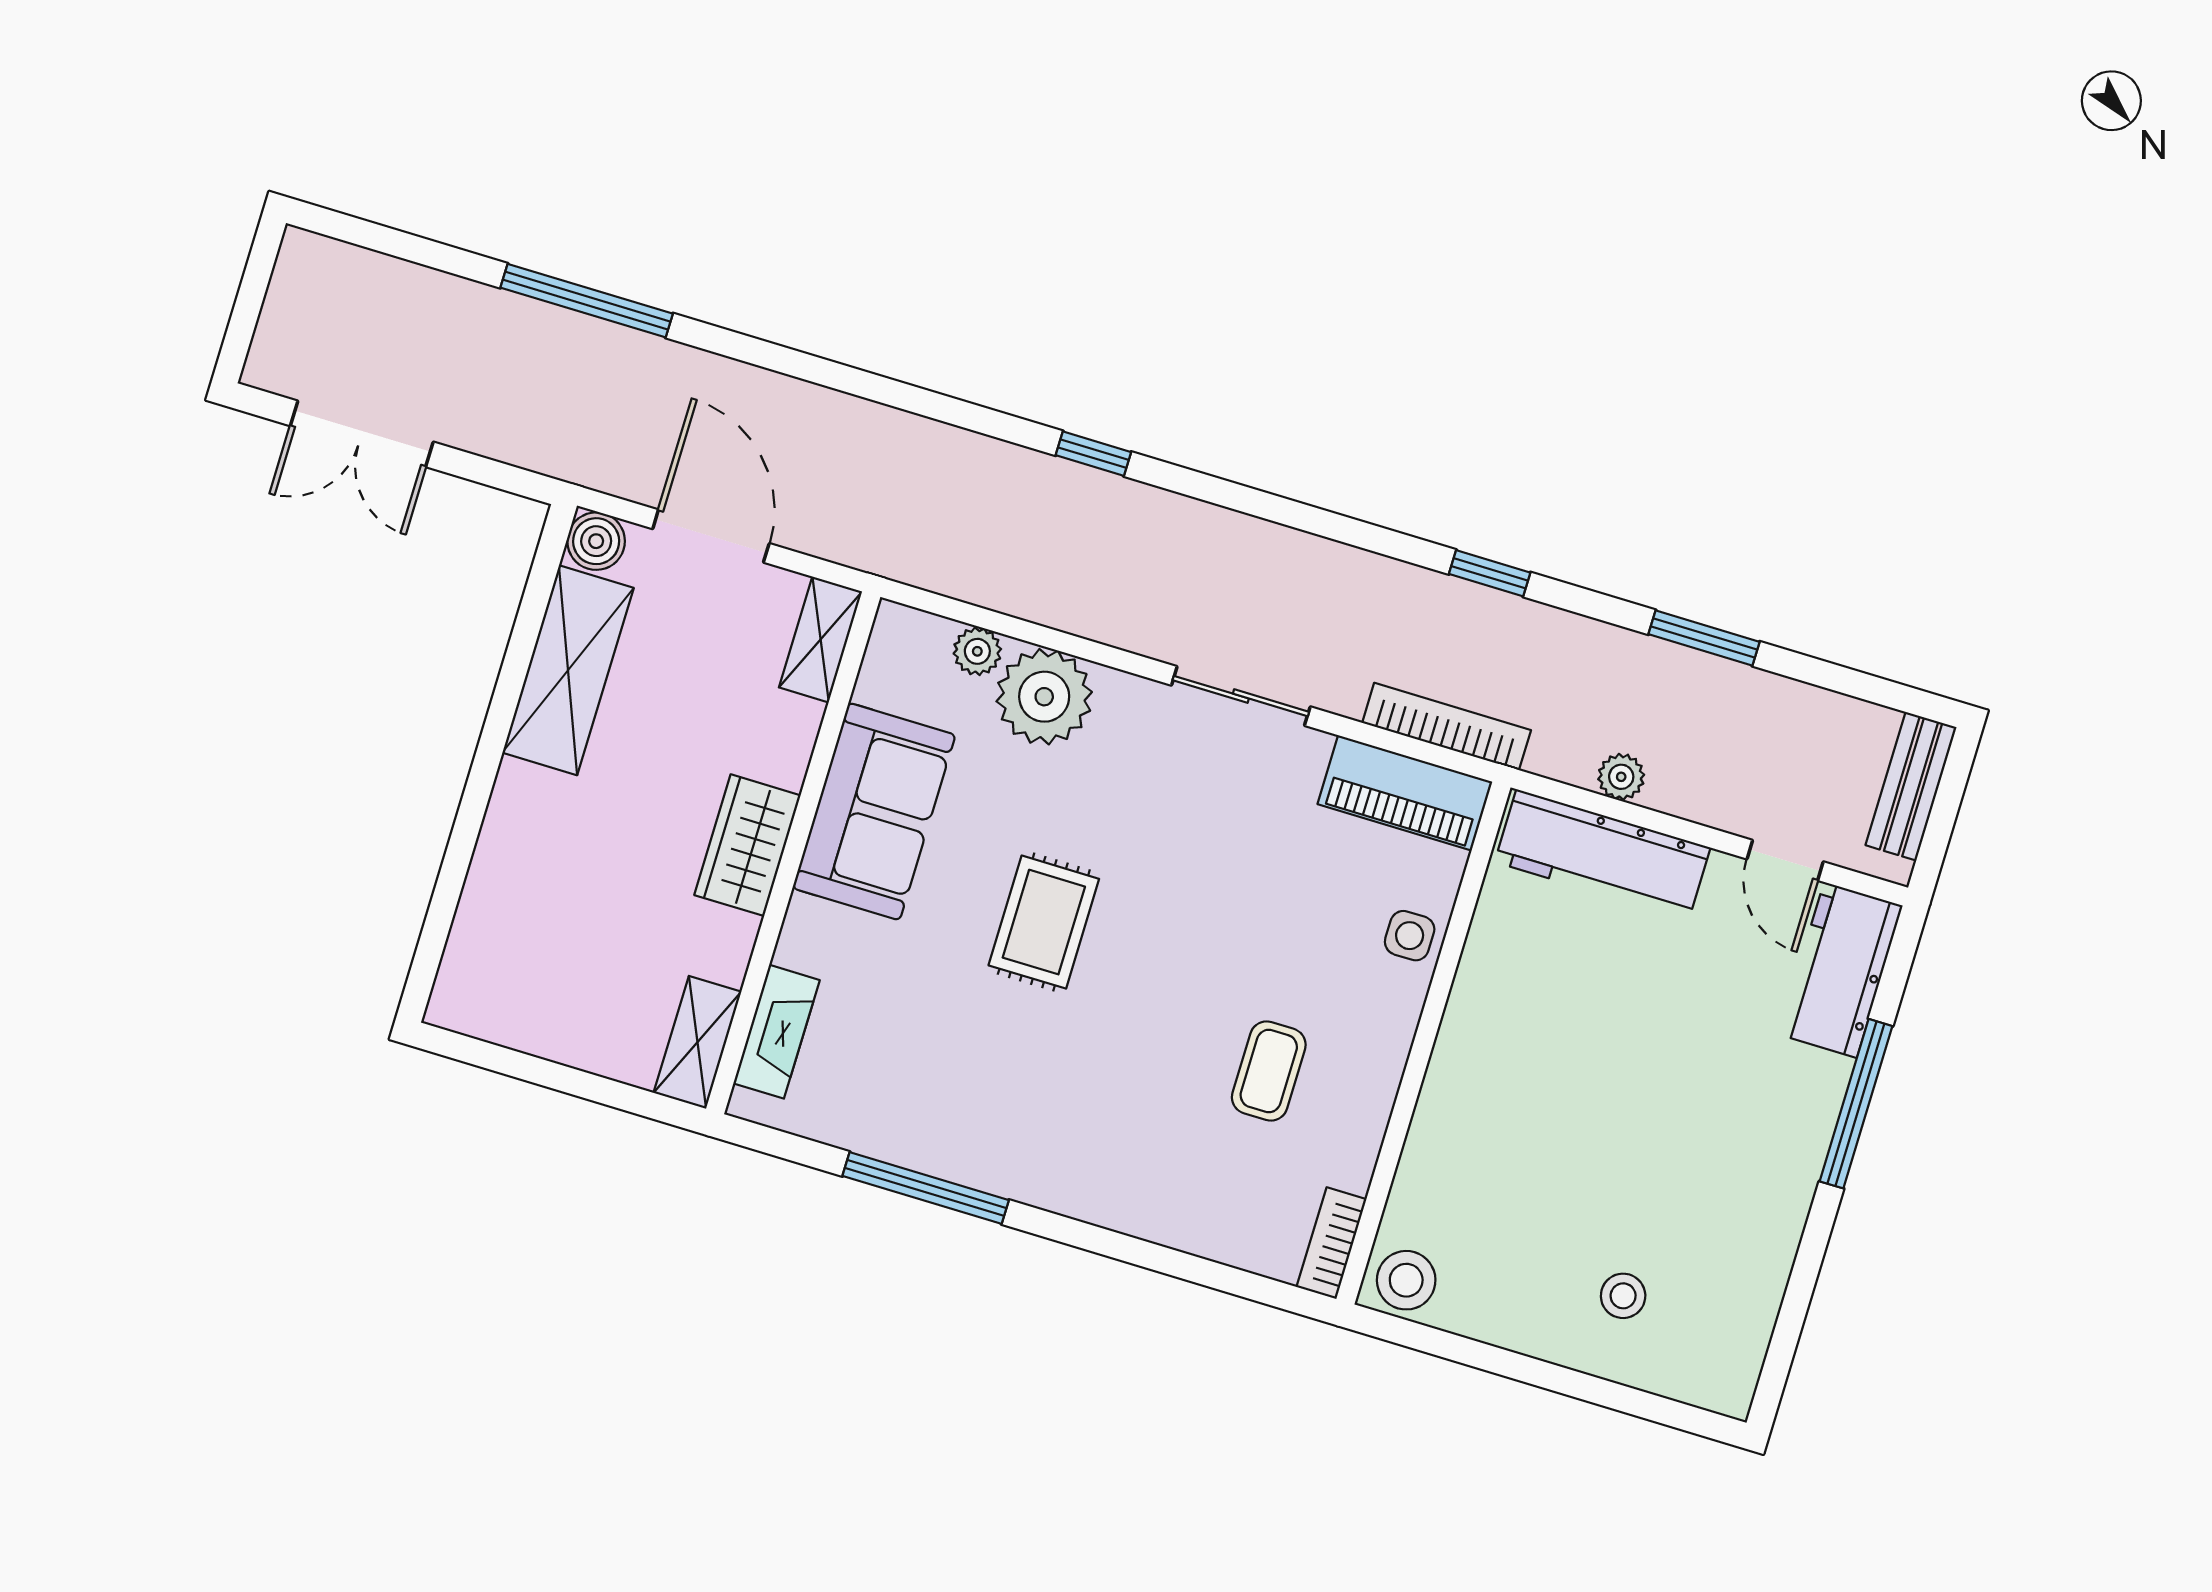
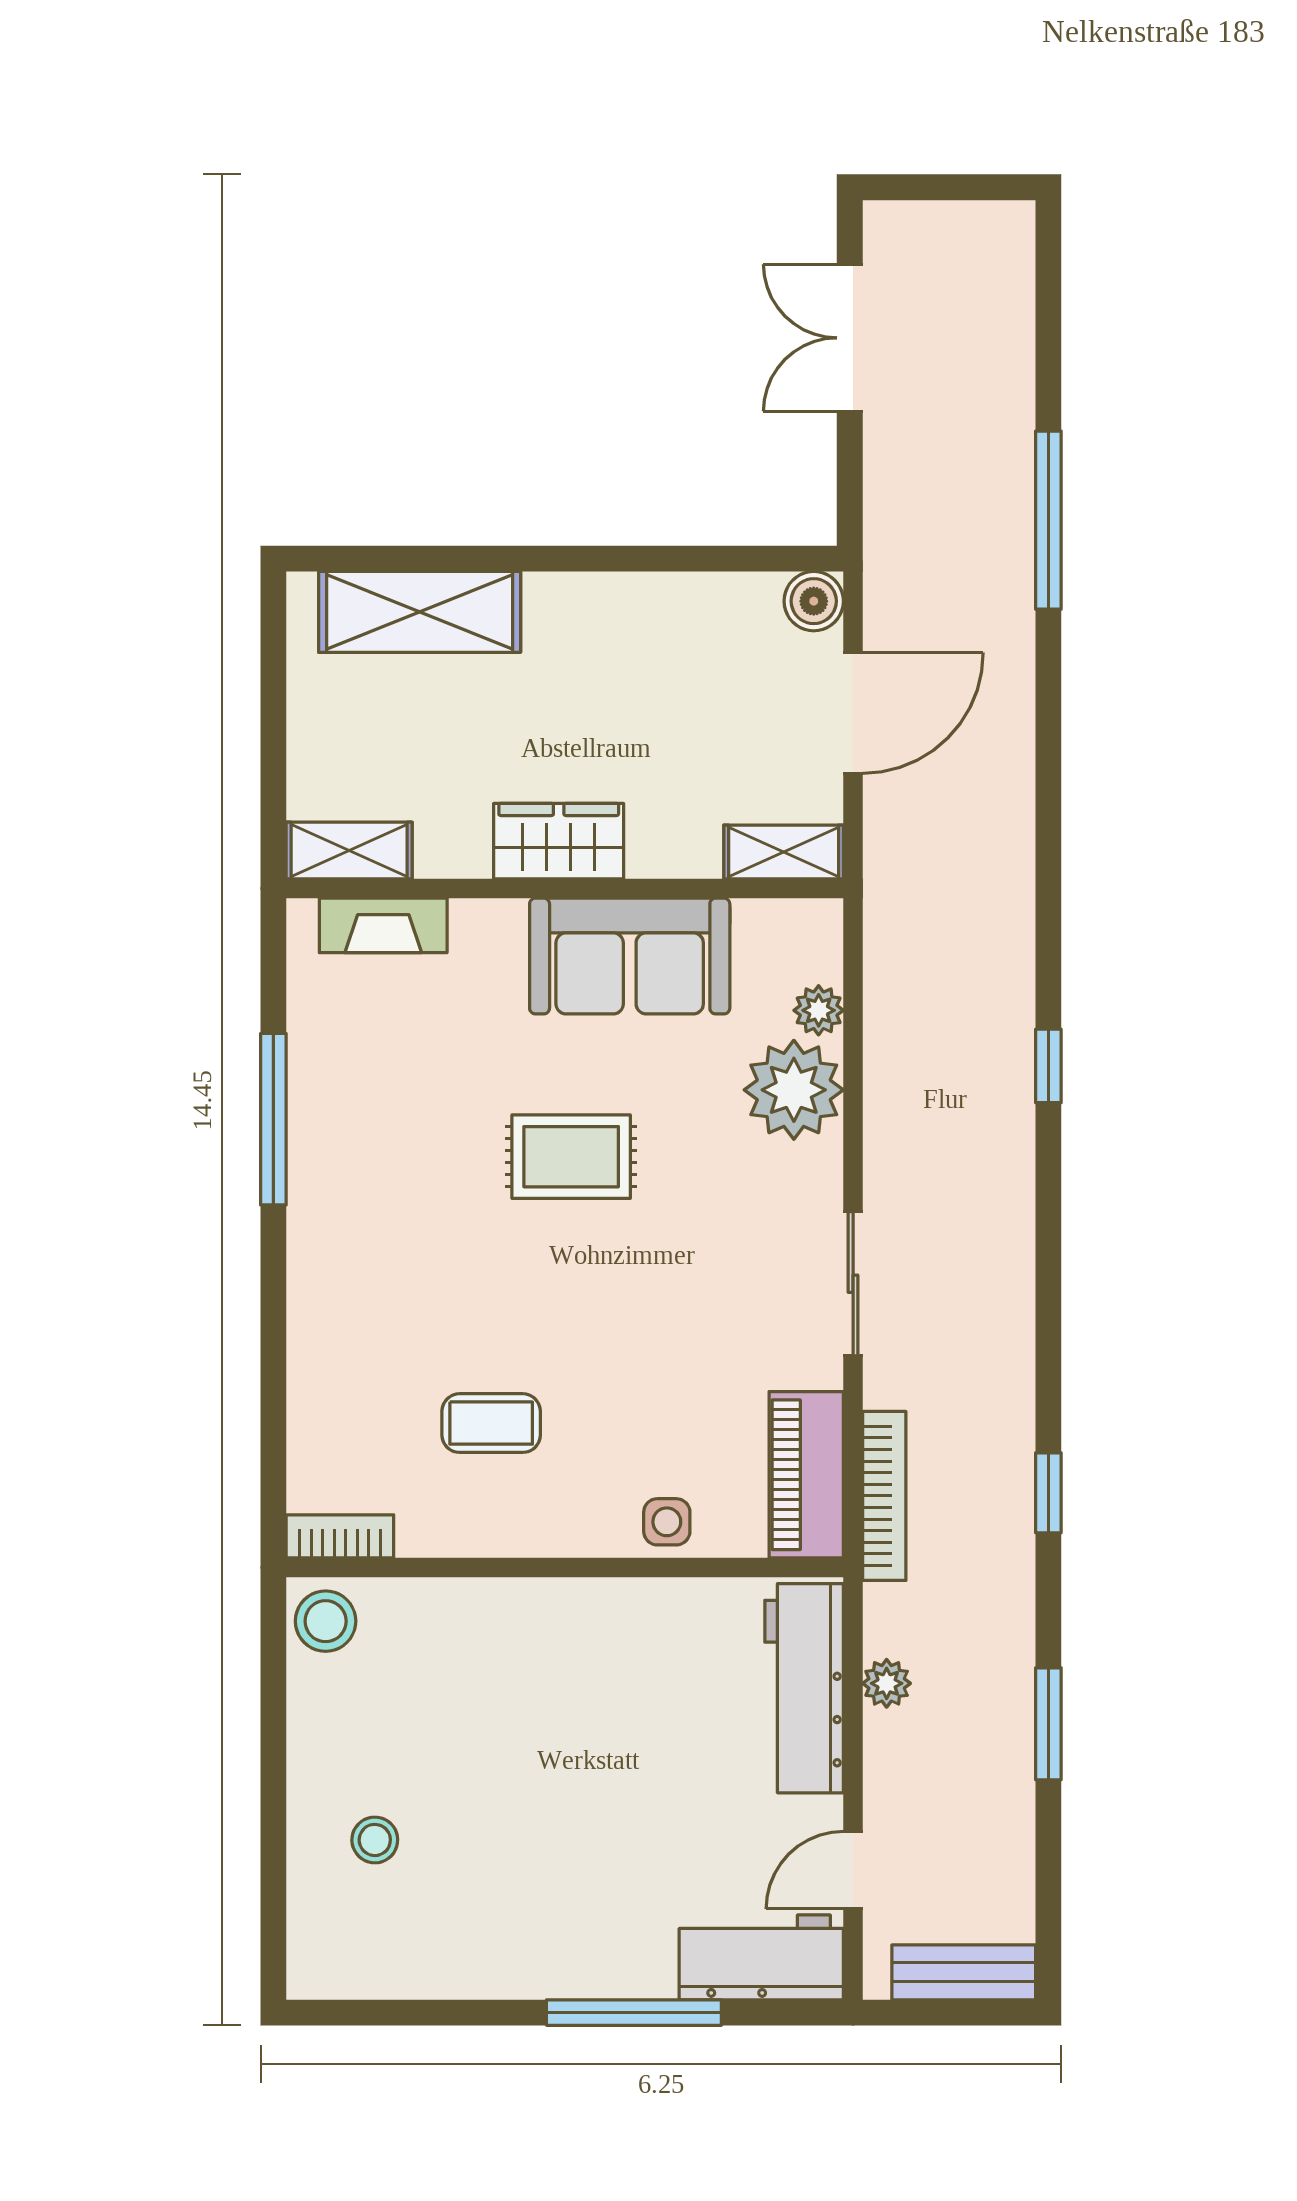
shelving: (568, 670) -> (420, 612), moved

